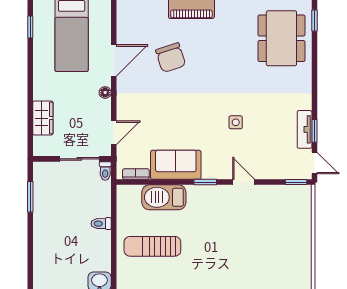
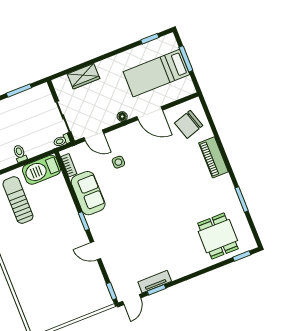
dining table: (281, 38) -> (218, 236), width x0.73
chair: (171, 58) -> (189, 124), moved
side table: (236, 122) -> (118, 162), moved
door: (244, 182) -> (95, 251), swing flipped
barbecue: (164, 197) -> (41, 170), moved, turned -90

